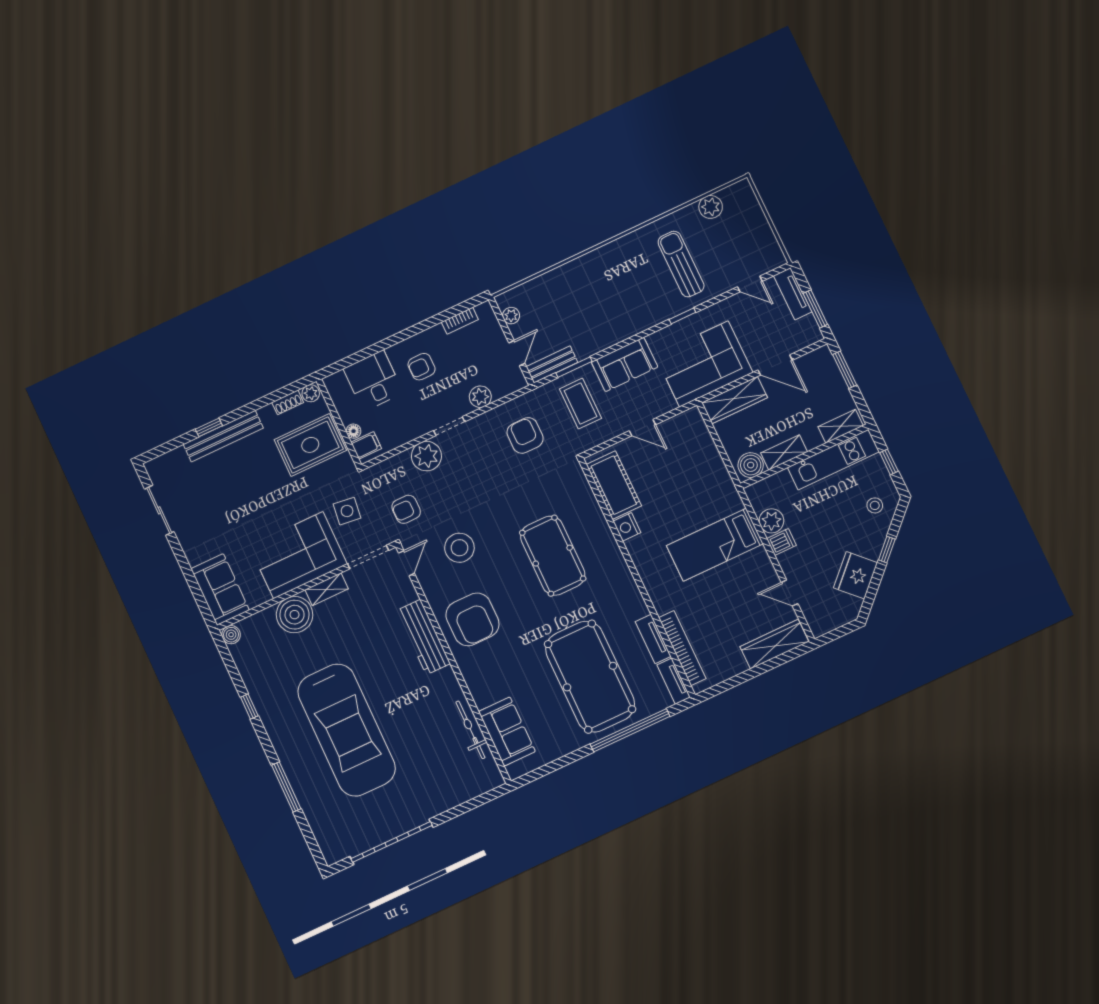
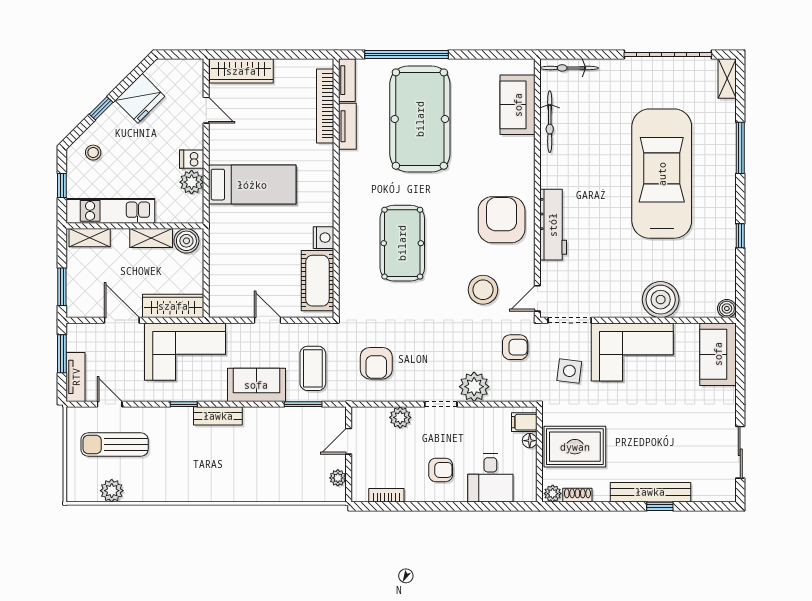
sun lounger: (681, 264) -> (115, 445), moved, turned 90
bench: (552, 365) -> (218, 416), moved
shelving: (327, 589) -> (727, 79), moved, turned 90
bicycle: (476, 787) -> (569, 68), added

